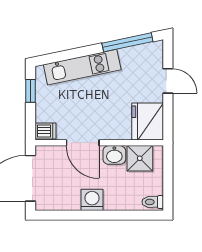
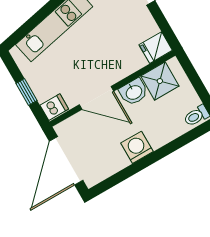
window: (30, 91) -> (27, 92), moved
fridge: (148, 121) -> (156, 48), width x0.53, depth x0.75

